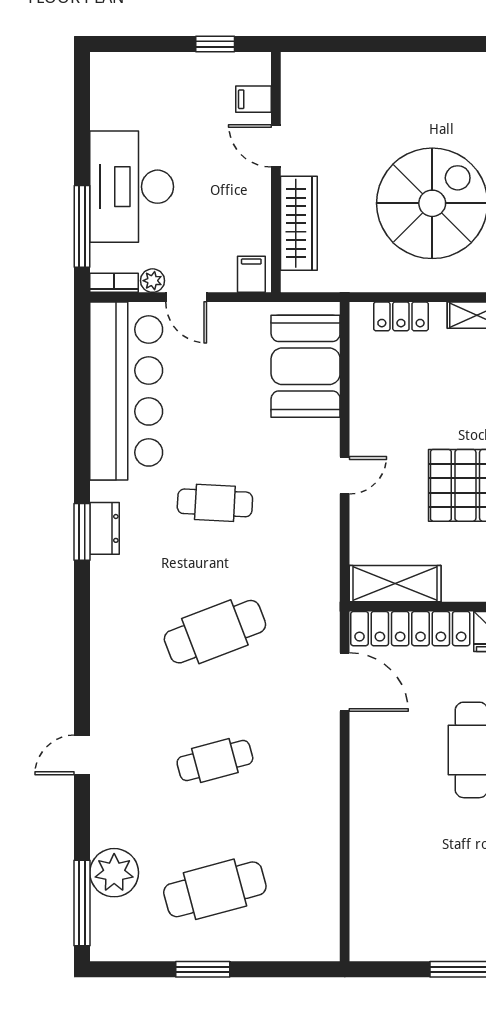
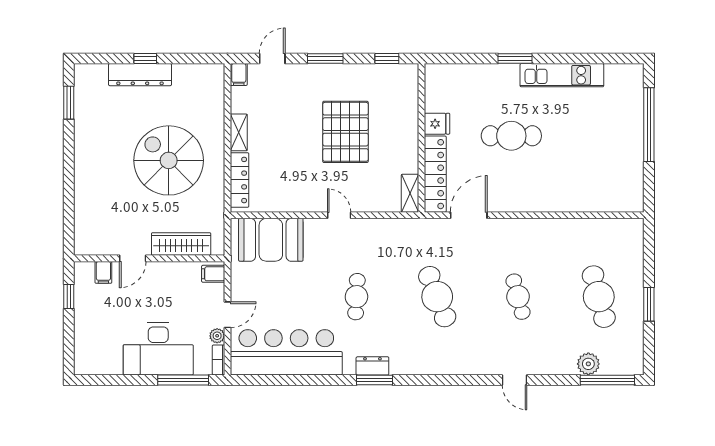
locker: (401, 316) -> (240, 180), width x1.53
shelving: (395, 584) -> (410, 193), width x0.67, depth x0.75
plant: (114, 873) -> (588, 364), width x0.73, depth x0.73

